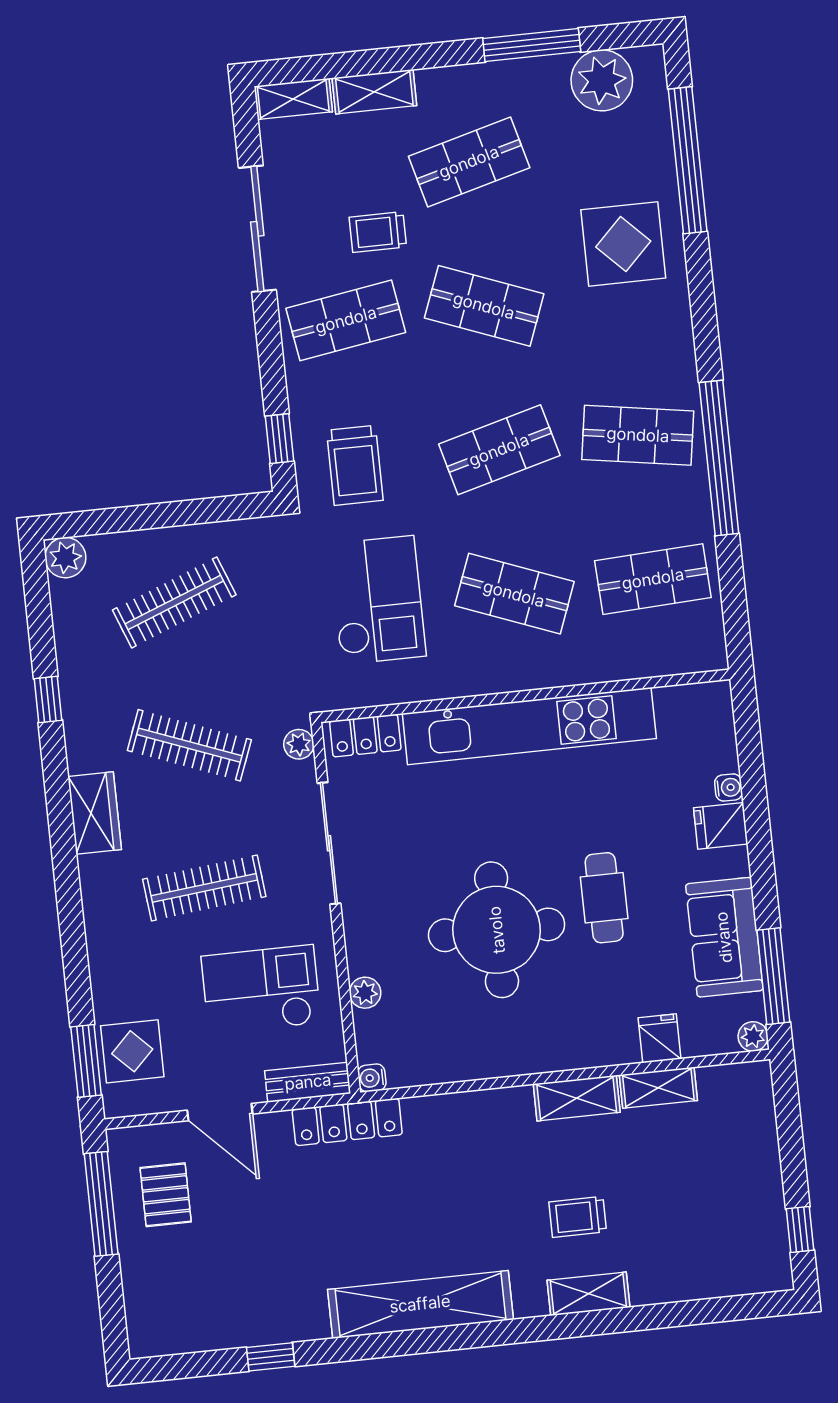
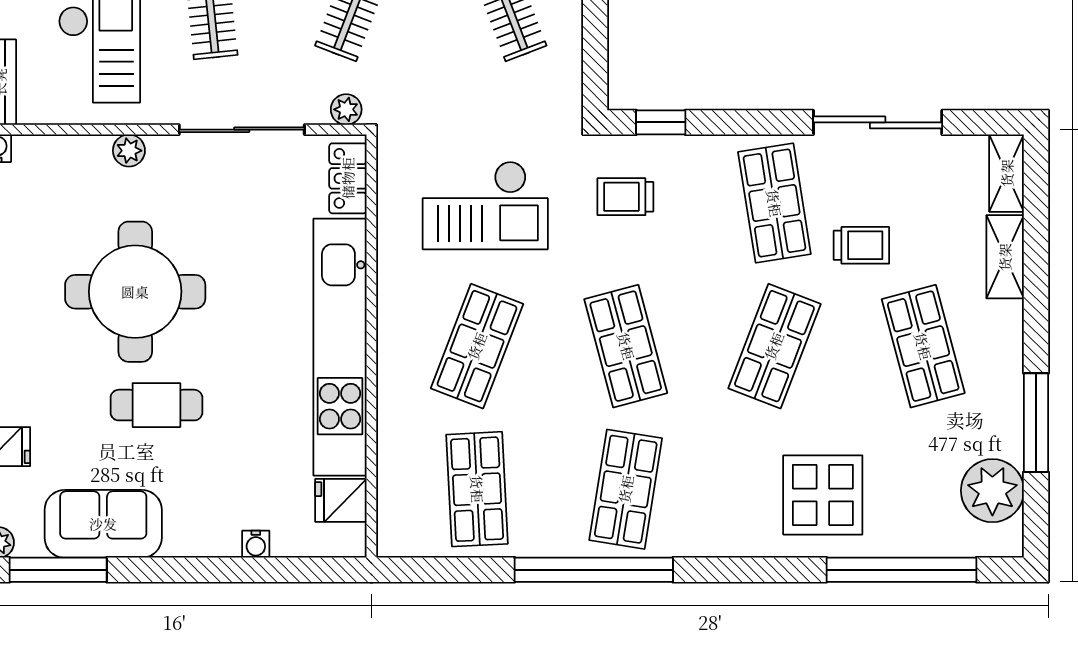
trolley: (378, 232) -> (861, 245), turned 90
trolley: (355, 465) -> (625, 197), width x0.73, depth x0.72
fridge: (721, 826) -> (341, 500), moved, turned -90
plant: (365, 993) -> (129, 151), moved

